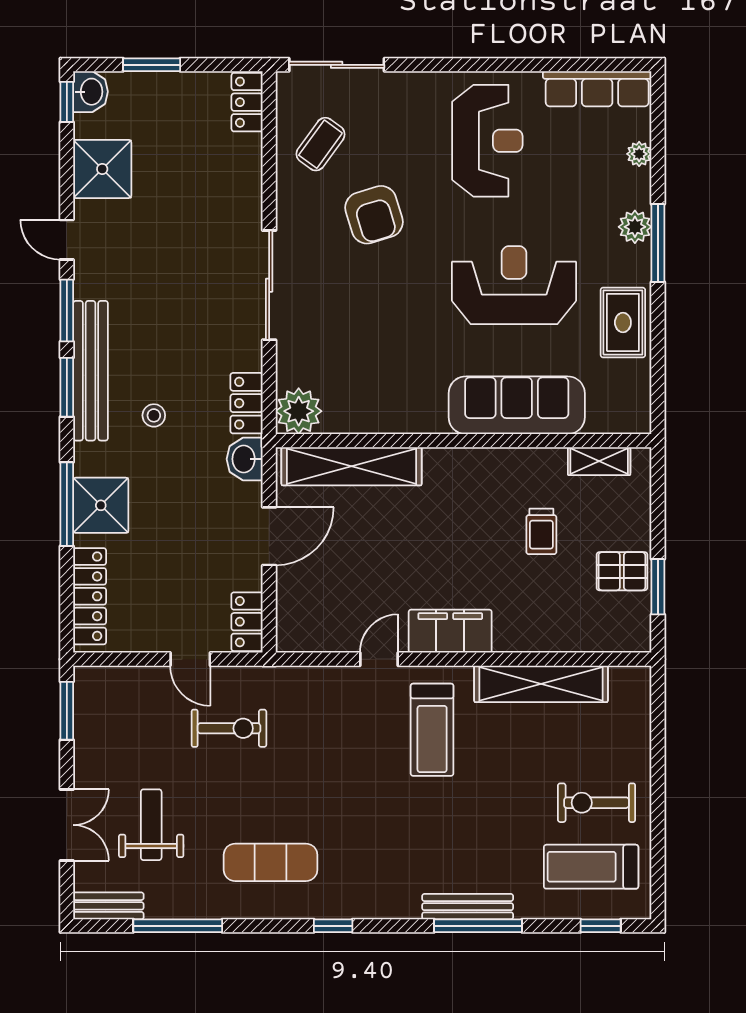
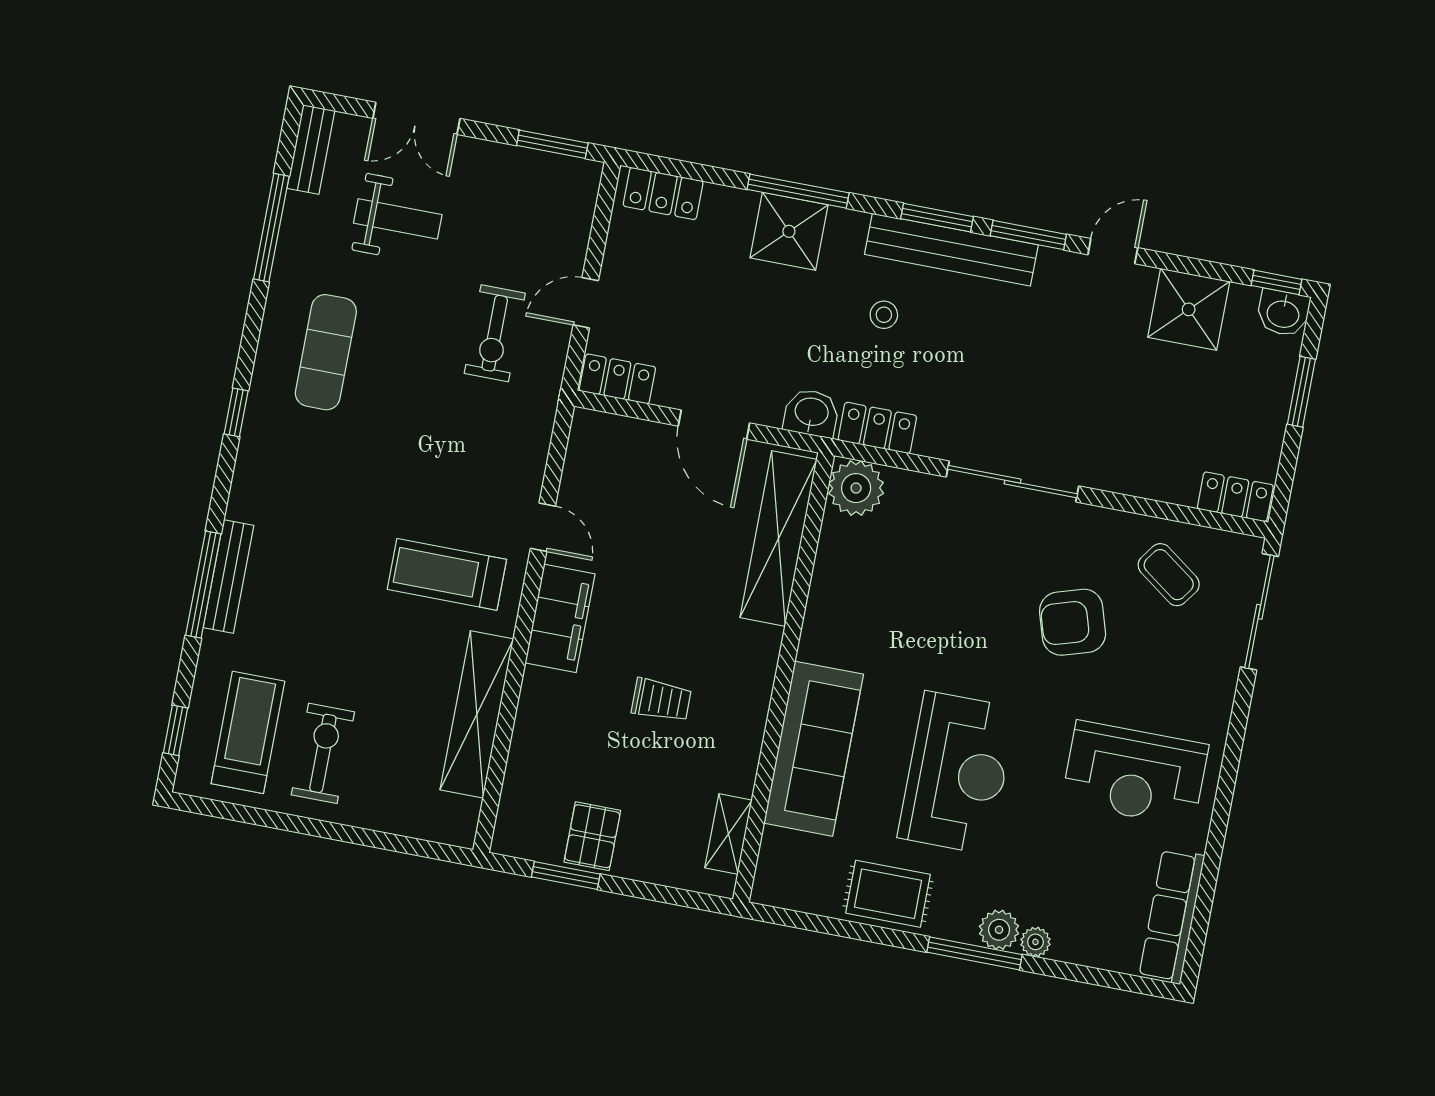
plant: (639, 154) -> (1035, 942), moved
trolley: (541, 531) -> (661, 700), moved, turned 180
locker: (90, 596) -> (663, 194), width x0.66

